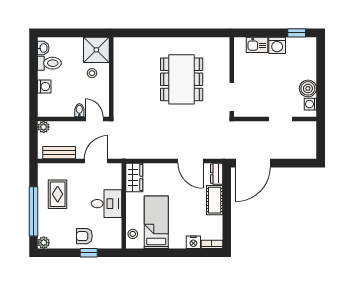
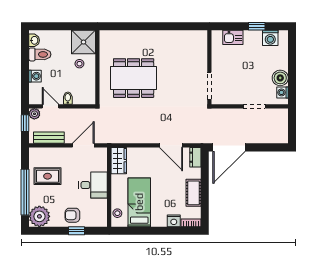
window: (297, 33) -> (257, 26), moved
washing machine: (277, 45) -> (270, 38), moved
dining table: (182, 79) -> (134, 78), moved, turned 90
door: (94, 119) -> (51, 106), moved
window: (33, 137) -> (25, 123), added
rug: (58, 194) -> (48, 176), turned 90
cot: (215, 200) -> (193, 193), moved
plant: (44, 243) -> (39, 216), width x1.87, depth x1.87

